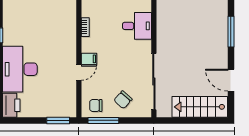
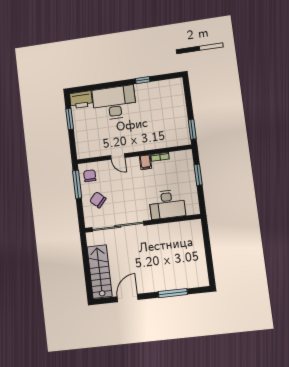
desk: (137, 26) -> (167, 204), width x1.37
filing cabinet: (89, 59) -> (146, 162), moved
window: (58, 120) -> (70, 119), moved

